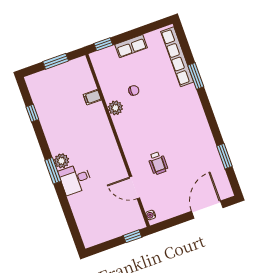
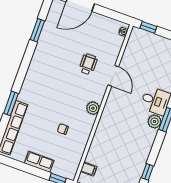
filing cabinet: (92, 97) -> (89, 169), moved
plant: (115, 108) -> (93, 108), moved
door: (134, 188) -> (113, 76), moved

